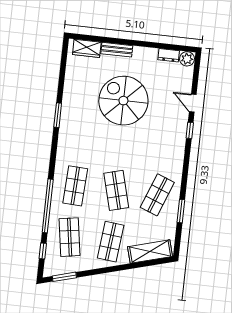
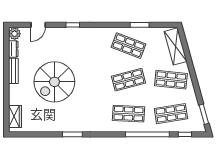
bench: (117, 50) -> (13, 71), moved
door: (193, 103) -> (38, 25), moved

